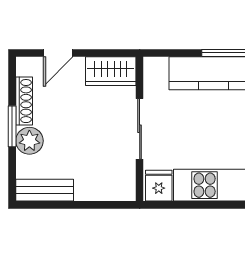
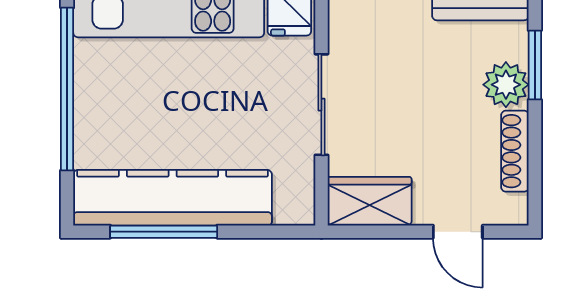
door: (58, 53) -> (458, 232), swing flipped
window: (12, 126) -> (535, 65), moved

